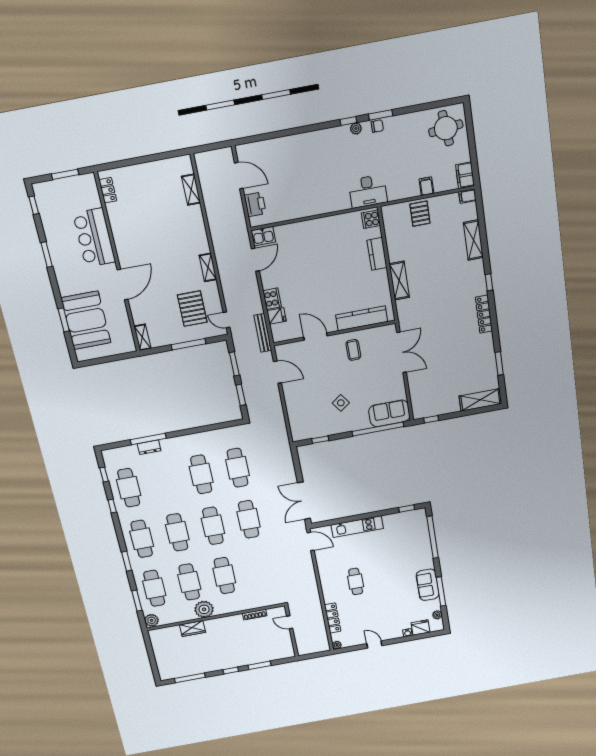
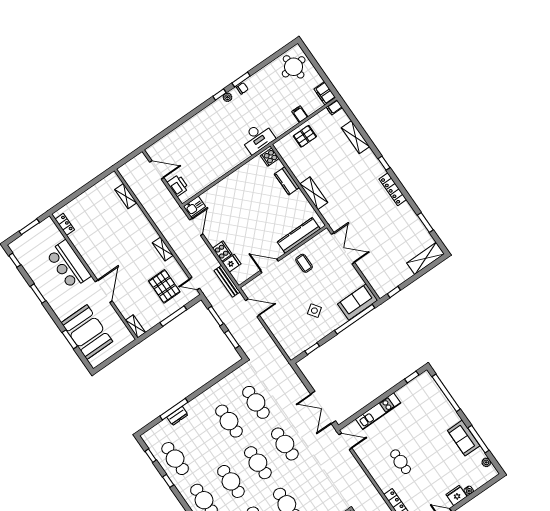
pallet: (420, 214) -> (305, 136), turned 90
fridge: (420, 628) -> (456, 495), moved

